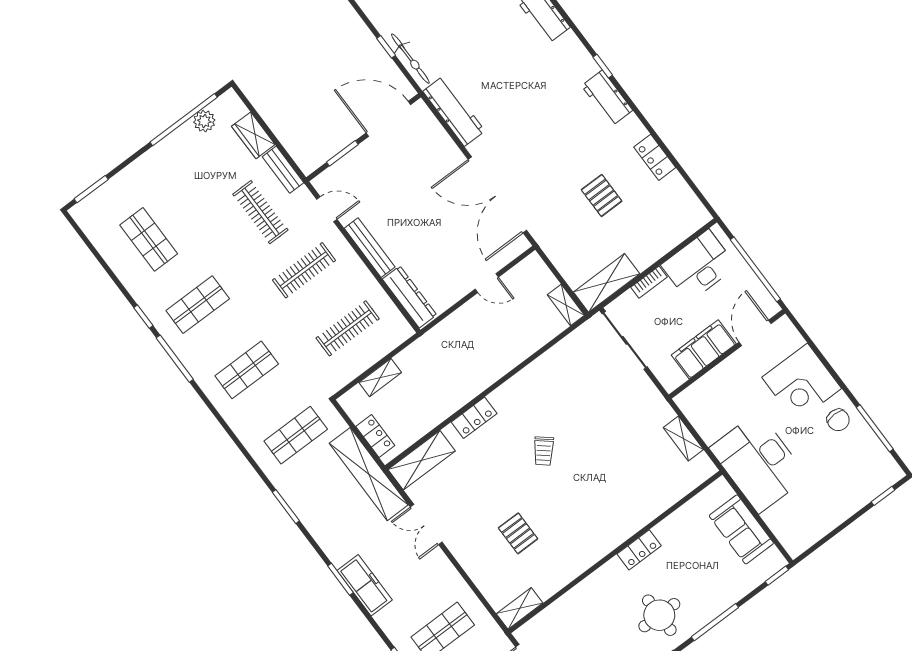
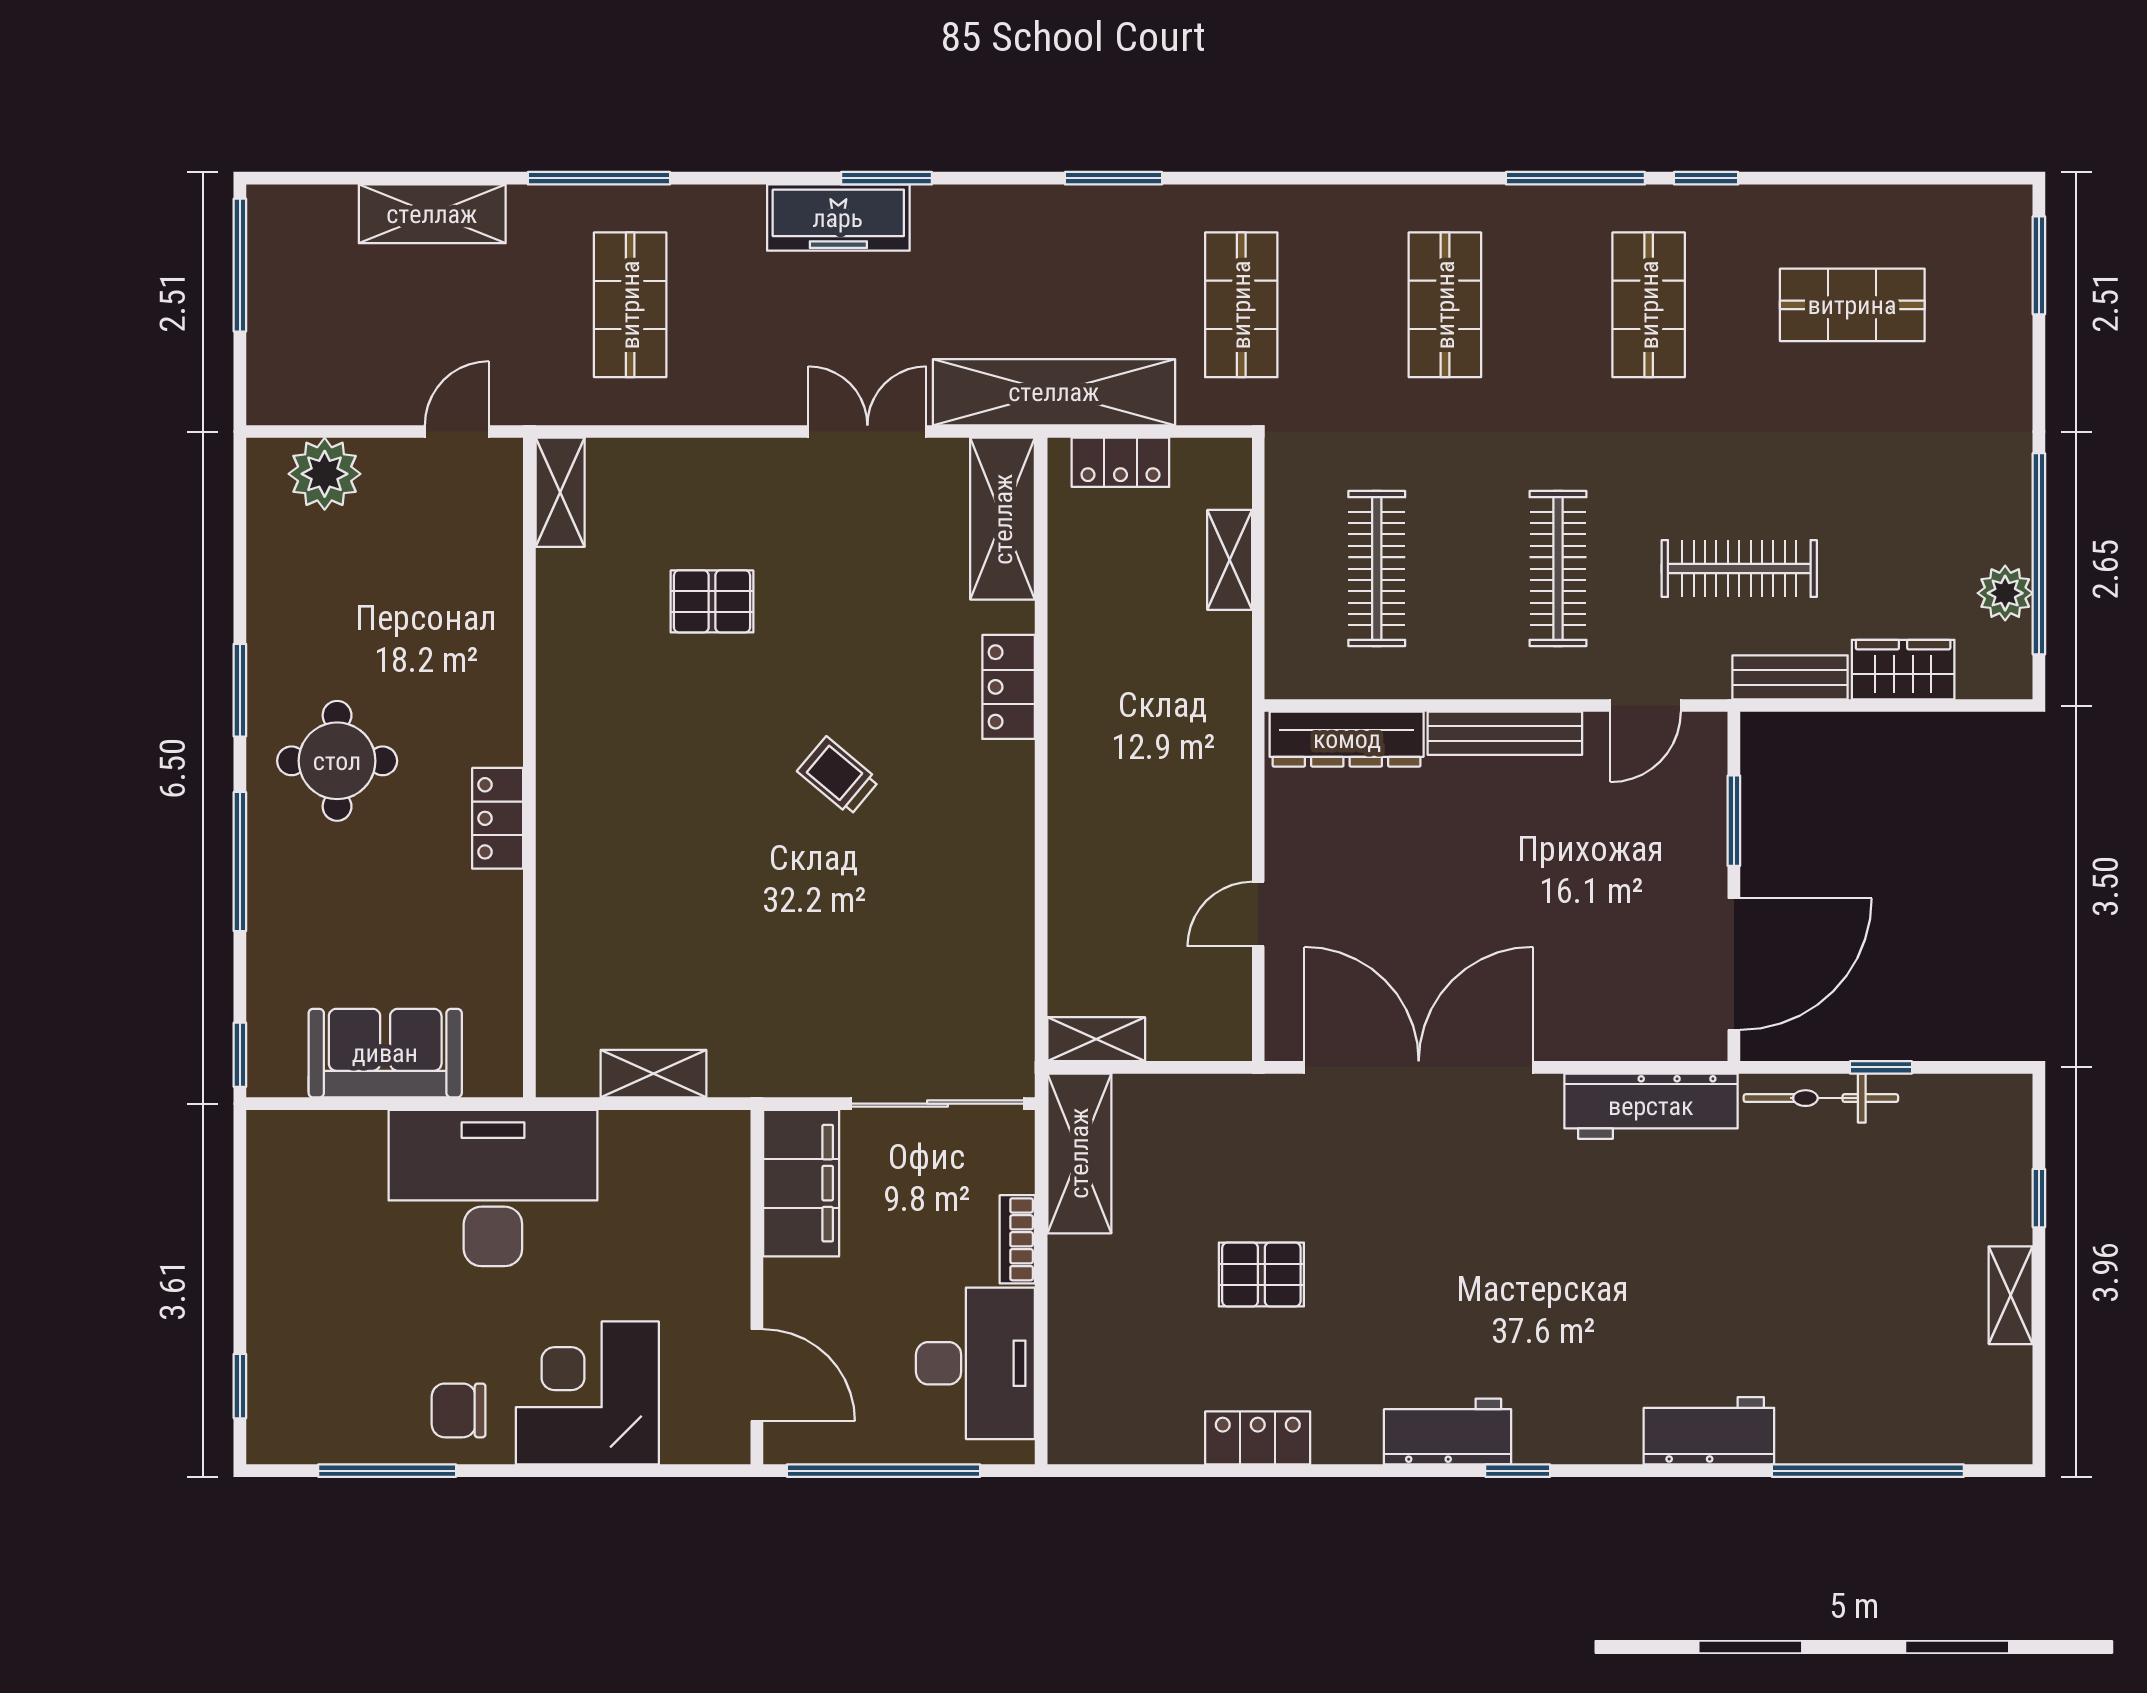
filing cabinet: (704, 349) -> (801, 1183), moved

